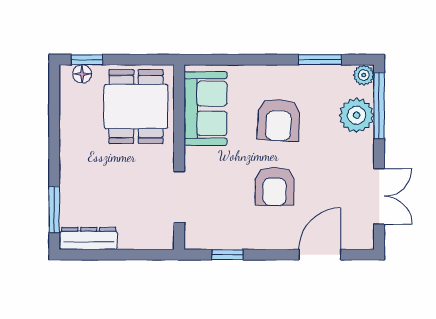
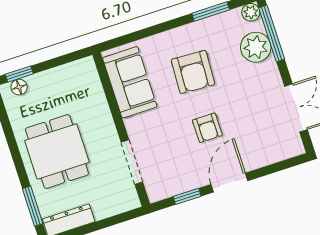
dining table: (136, 107) -> (57, 151), moved
armchair: (274, 186) -> (207, 128), width x0.72, depth x0.72
door: (320, 255) -> (229, 183), moved

